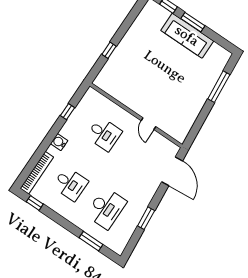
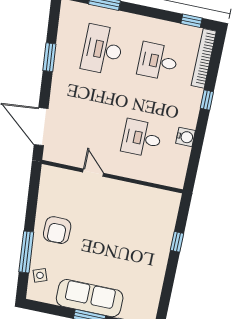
side table: (216, 66) -> (40, 275), added
armchair: (191, 93) -> (57, 230), added
window: (67, 112) -> (207, 100), moved
water cooler: (59, 142) -> (185, 137), moved

